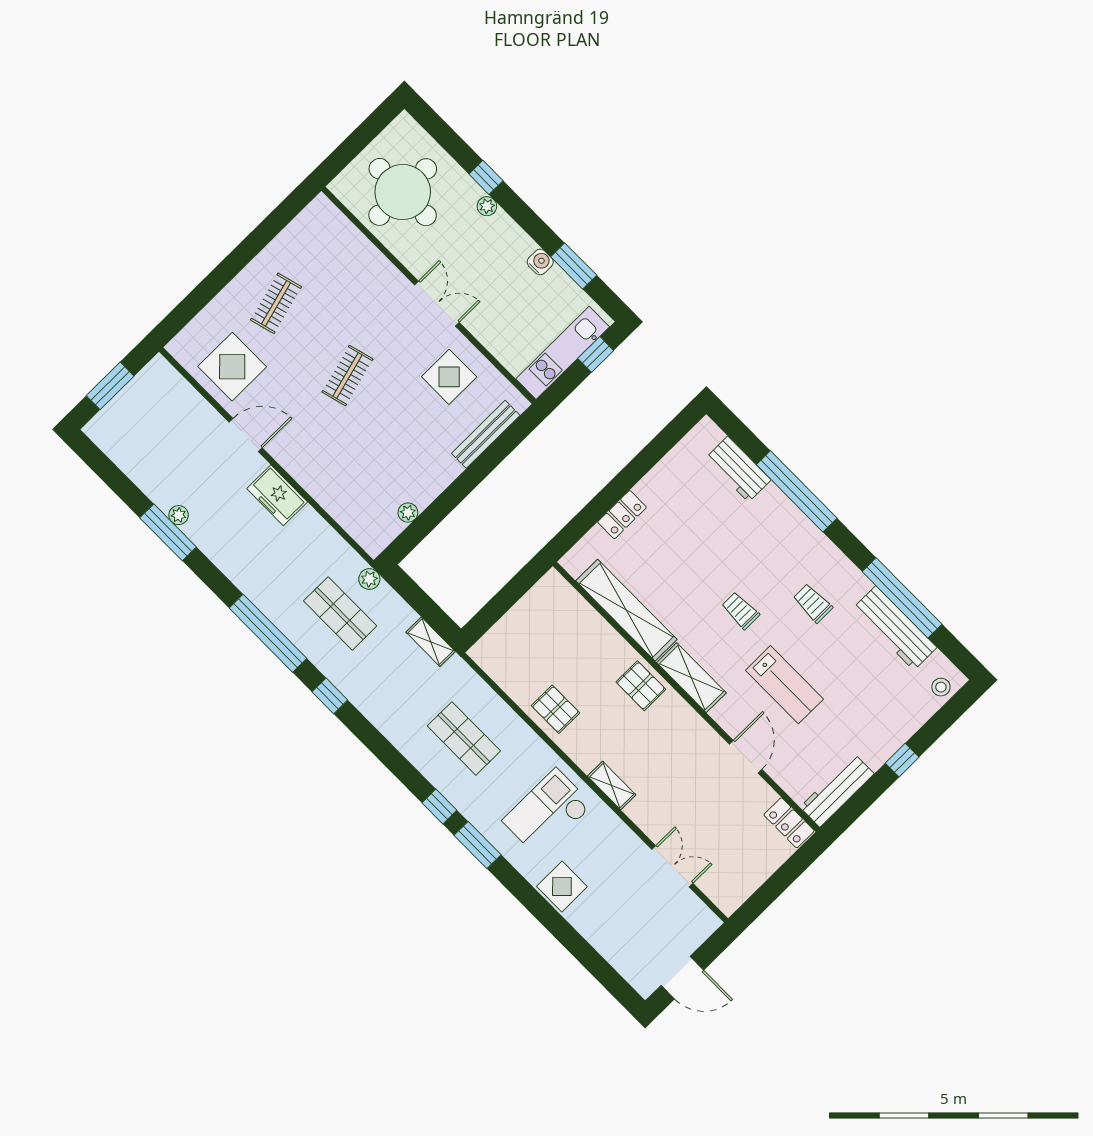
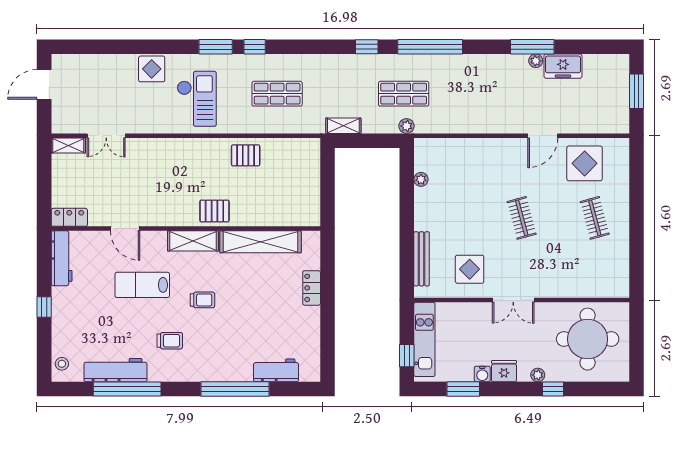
fridge: (516, 243) -> (504, 371), added
freezer: (277, 495) -> (563, 66), moved, turned 180
shelving: (612, 785) -> (68, 146), moved

